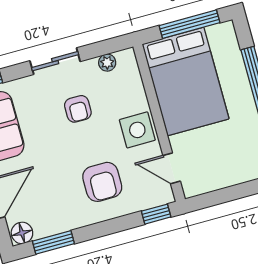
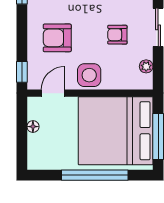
bed: (186, 81) -> (116, 131), width x1.36
floor lamp: (220, 182) -> (33, 127), added

